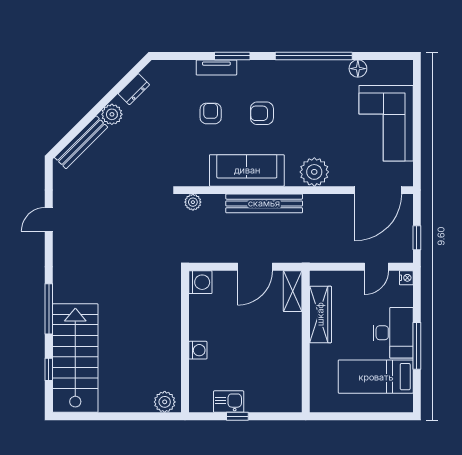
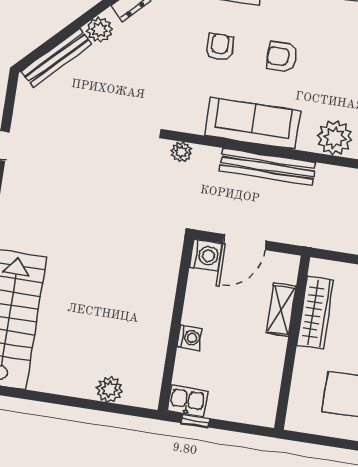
washing machine: (200, 282) -> (206, 255), moved
shelving: (293, 291) -> (281, 310), moved
wall: (185, 342) -> (176, 325), moved
washing machine: (198, 350) -> (190, 337), moved

